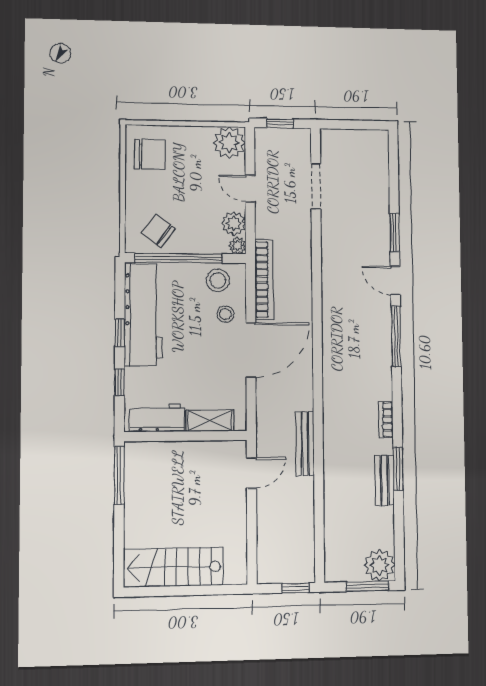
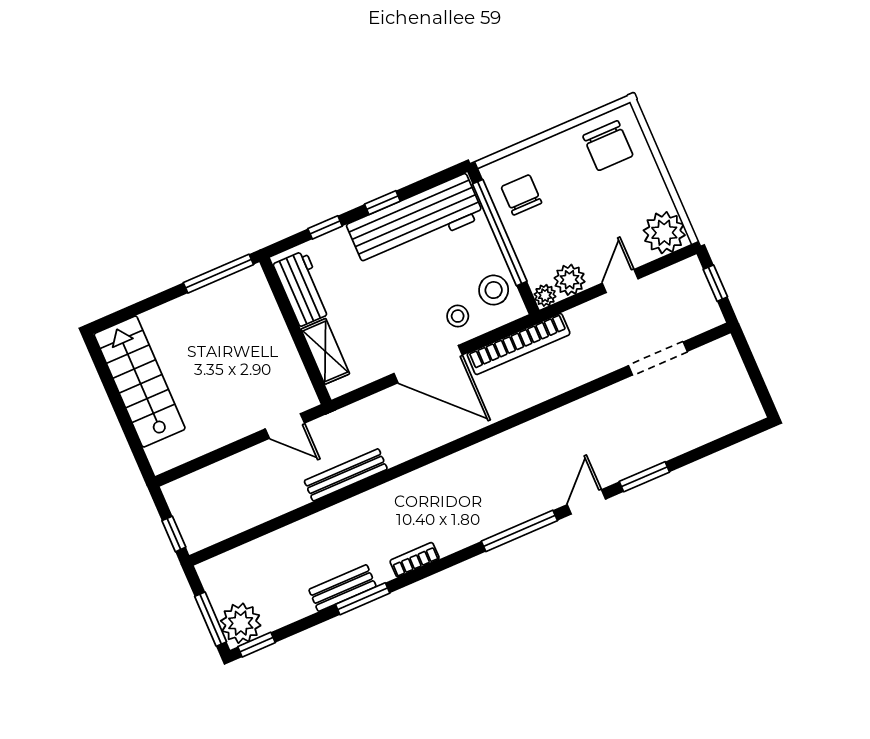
chair: (158, 231) -> (521, 195), turned -36
window: (399, 560) -> (257, 645), added

